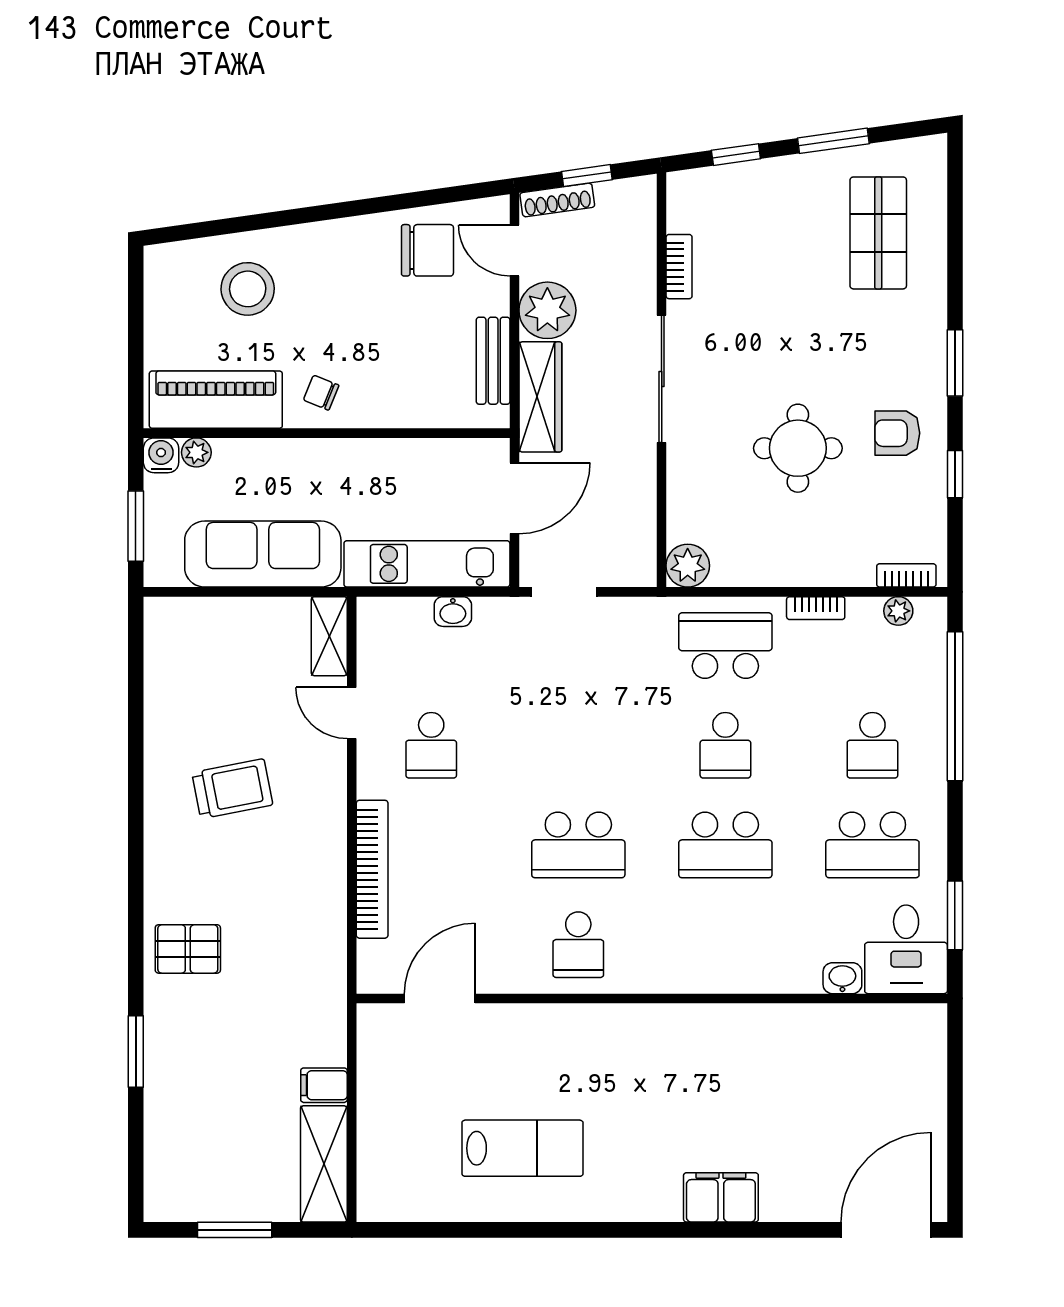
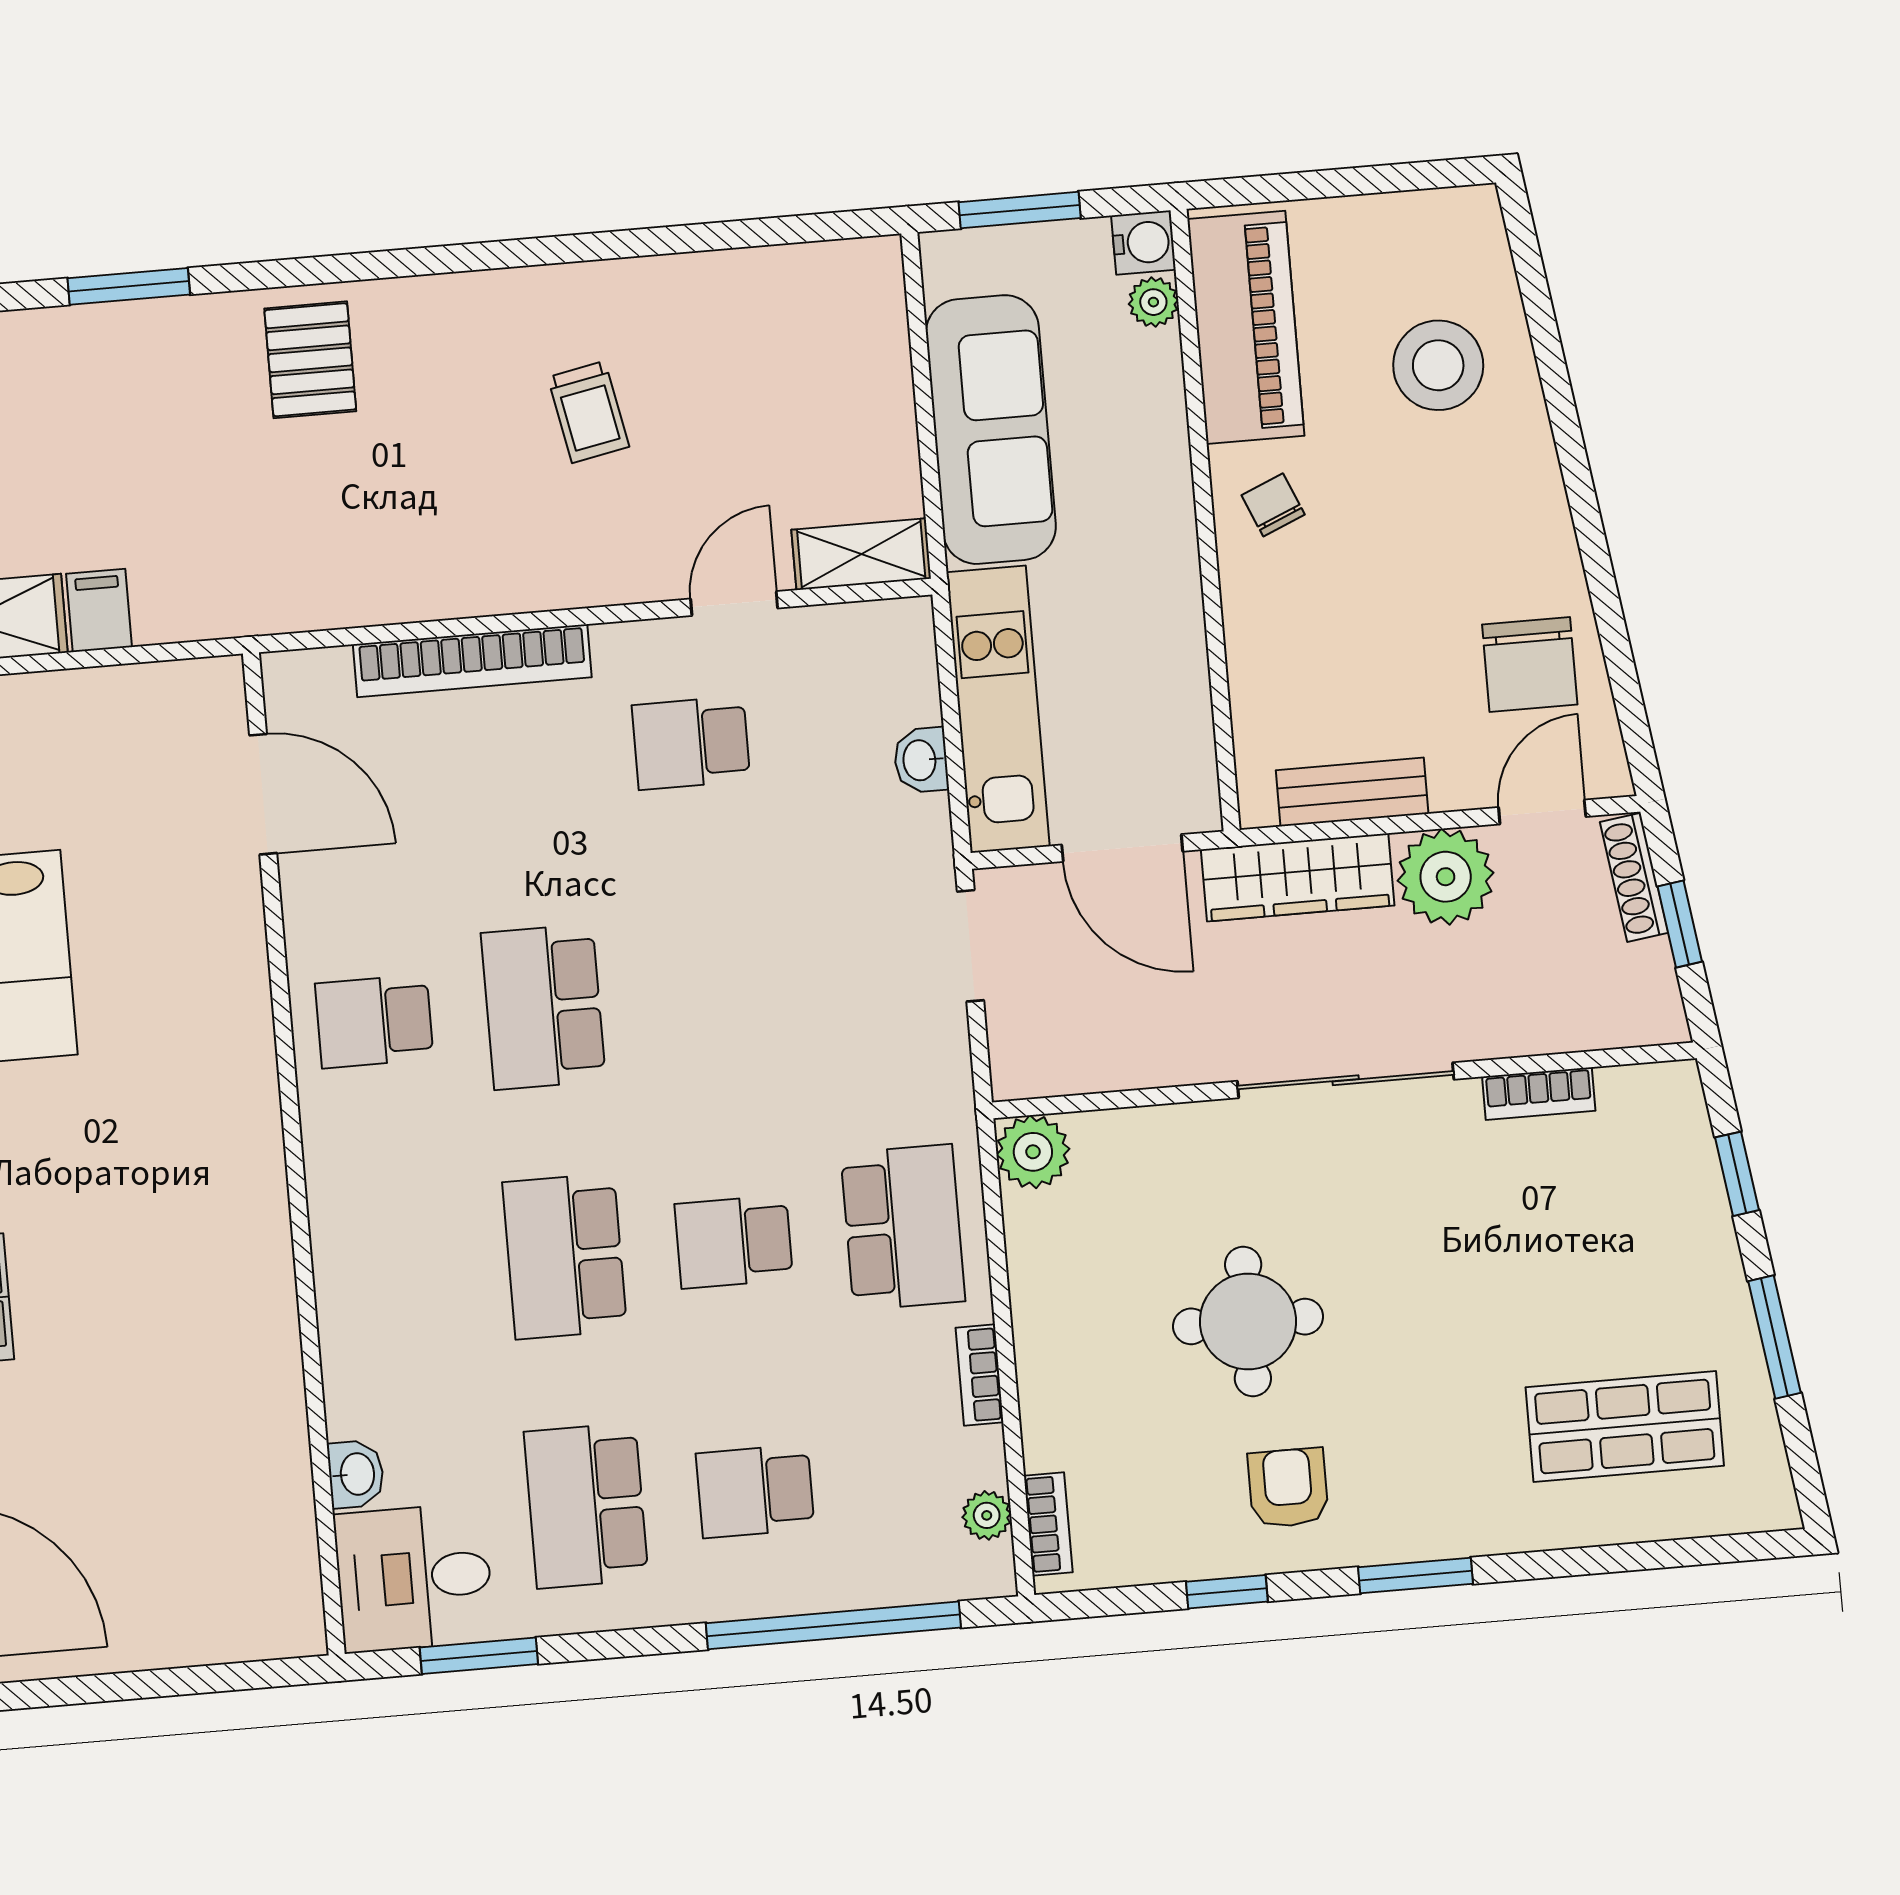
chair: (321, 393) -> (1273, 505), turned -45
trolley: (232, 789) -> (588, 412), width x0.73, depth x0.72

